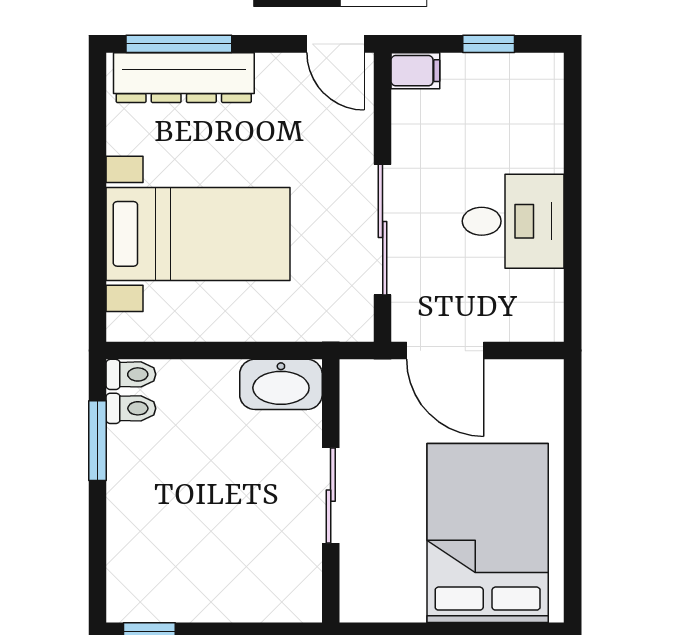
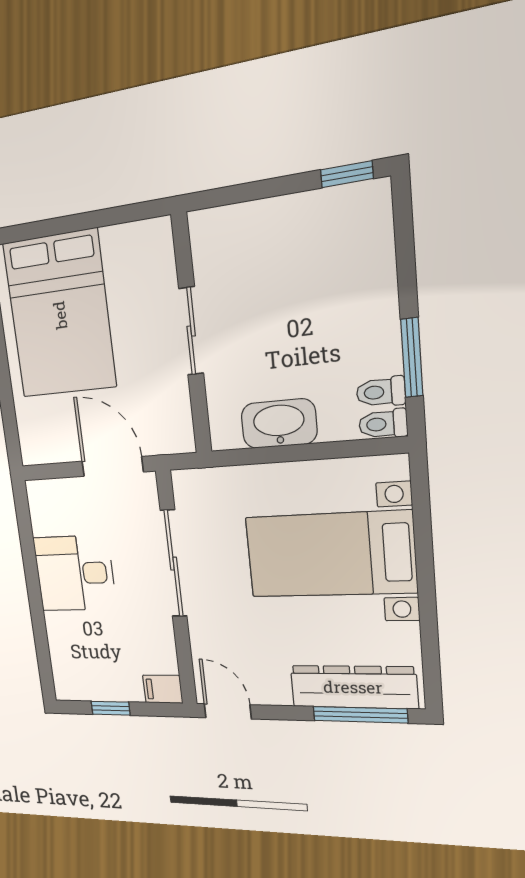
washbasin: (281, 384) -> (279, 424), moved

